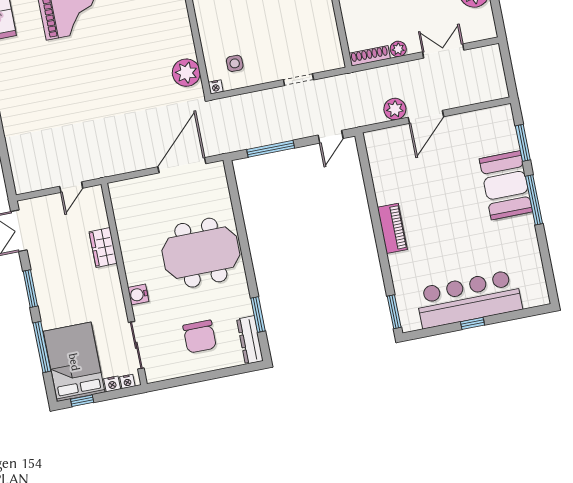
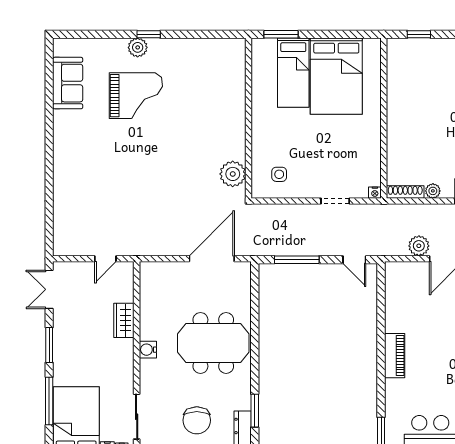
nightstand: (216, 87) -> (375, 193), moved
door: (331, 137) -> (354, 260), hinge flipped
water cooler: (138, 294) -> (148, 350), moved

